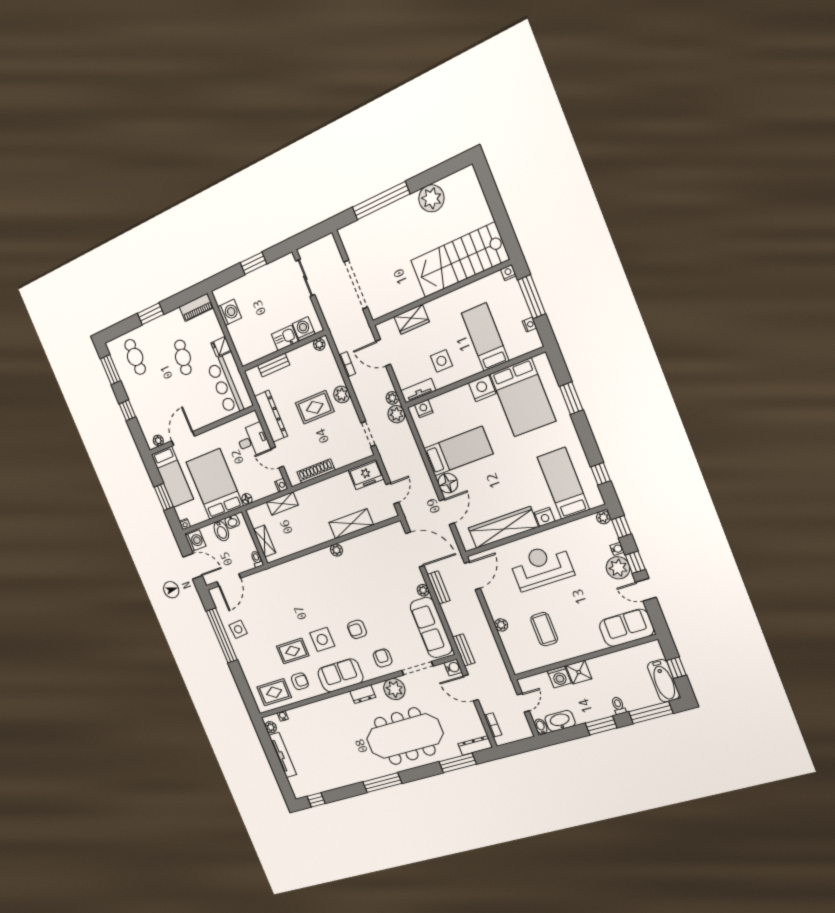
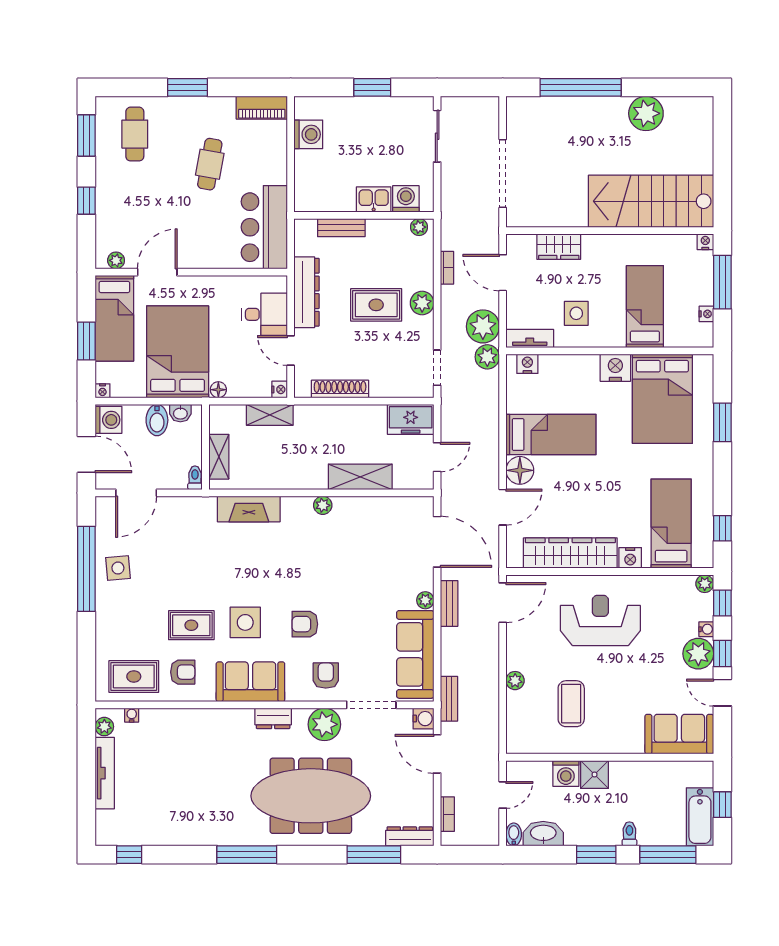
fridge: (221, 347) -> (275, 173), removed
plant: (392, 398) -> (483, 326), width x1.87, depth x1.87
fireplace: (295, 568) -> (249, 509), added

